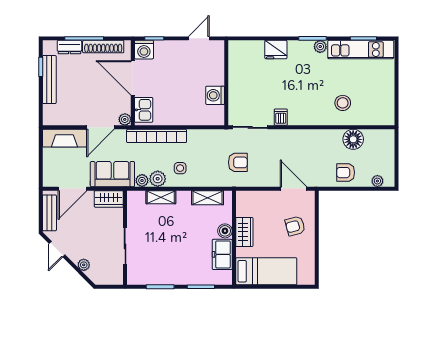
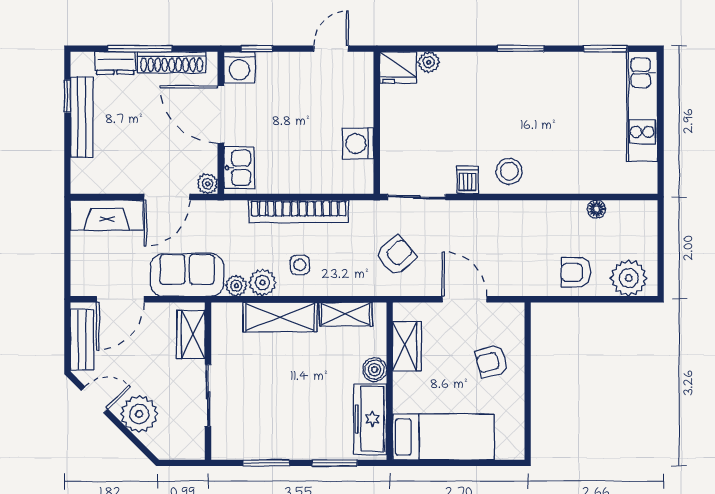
plant: (320, 47) -> (429, 62), moved
kitchen unit: (361, 49) -> (642, 107), moved, turned 90
fridge: (276, 50) -> (398, 67), moved
stool: (343, 103) -> (509, 171), moved
bookcase: (157, 136) -> (299, 211), moved
floor lamp: (353, 139) -> (596, 209), width x0.53, depth x0.53
armchair: (238, 162) -> (396, 255), turned -41
plant: (377, 181) -> (629, 278), width x1.87, depth x1.87
door: (294, 189) -> (464, 299), moved
shelving: (161, 197) -> (280, 317), width x1.50, depth x1.33
wardrobe: (109, 199) -> (191, 334), moved, turned 90
wardrobe: (244, 232) -> (407, 346), moved
door: (57, 249) -> (95, 400), swing flipped
freezer: (222, 254) -> (370, 419), width x1.40
plant: (84, 265) -> (139, 414), width x1.87, depth x1.87

